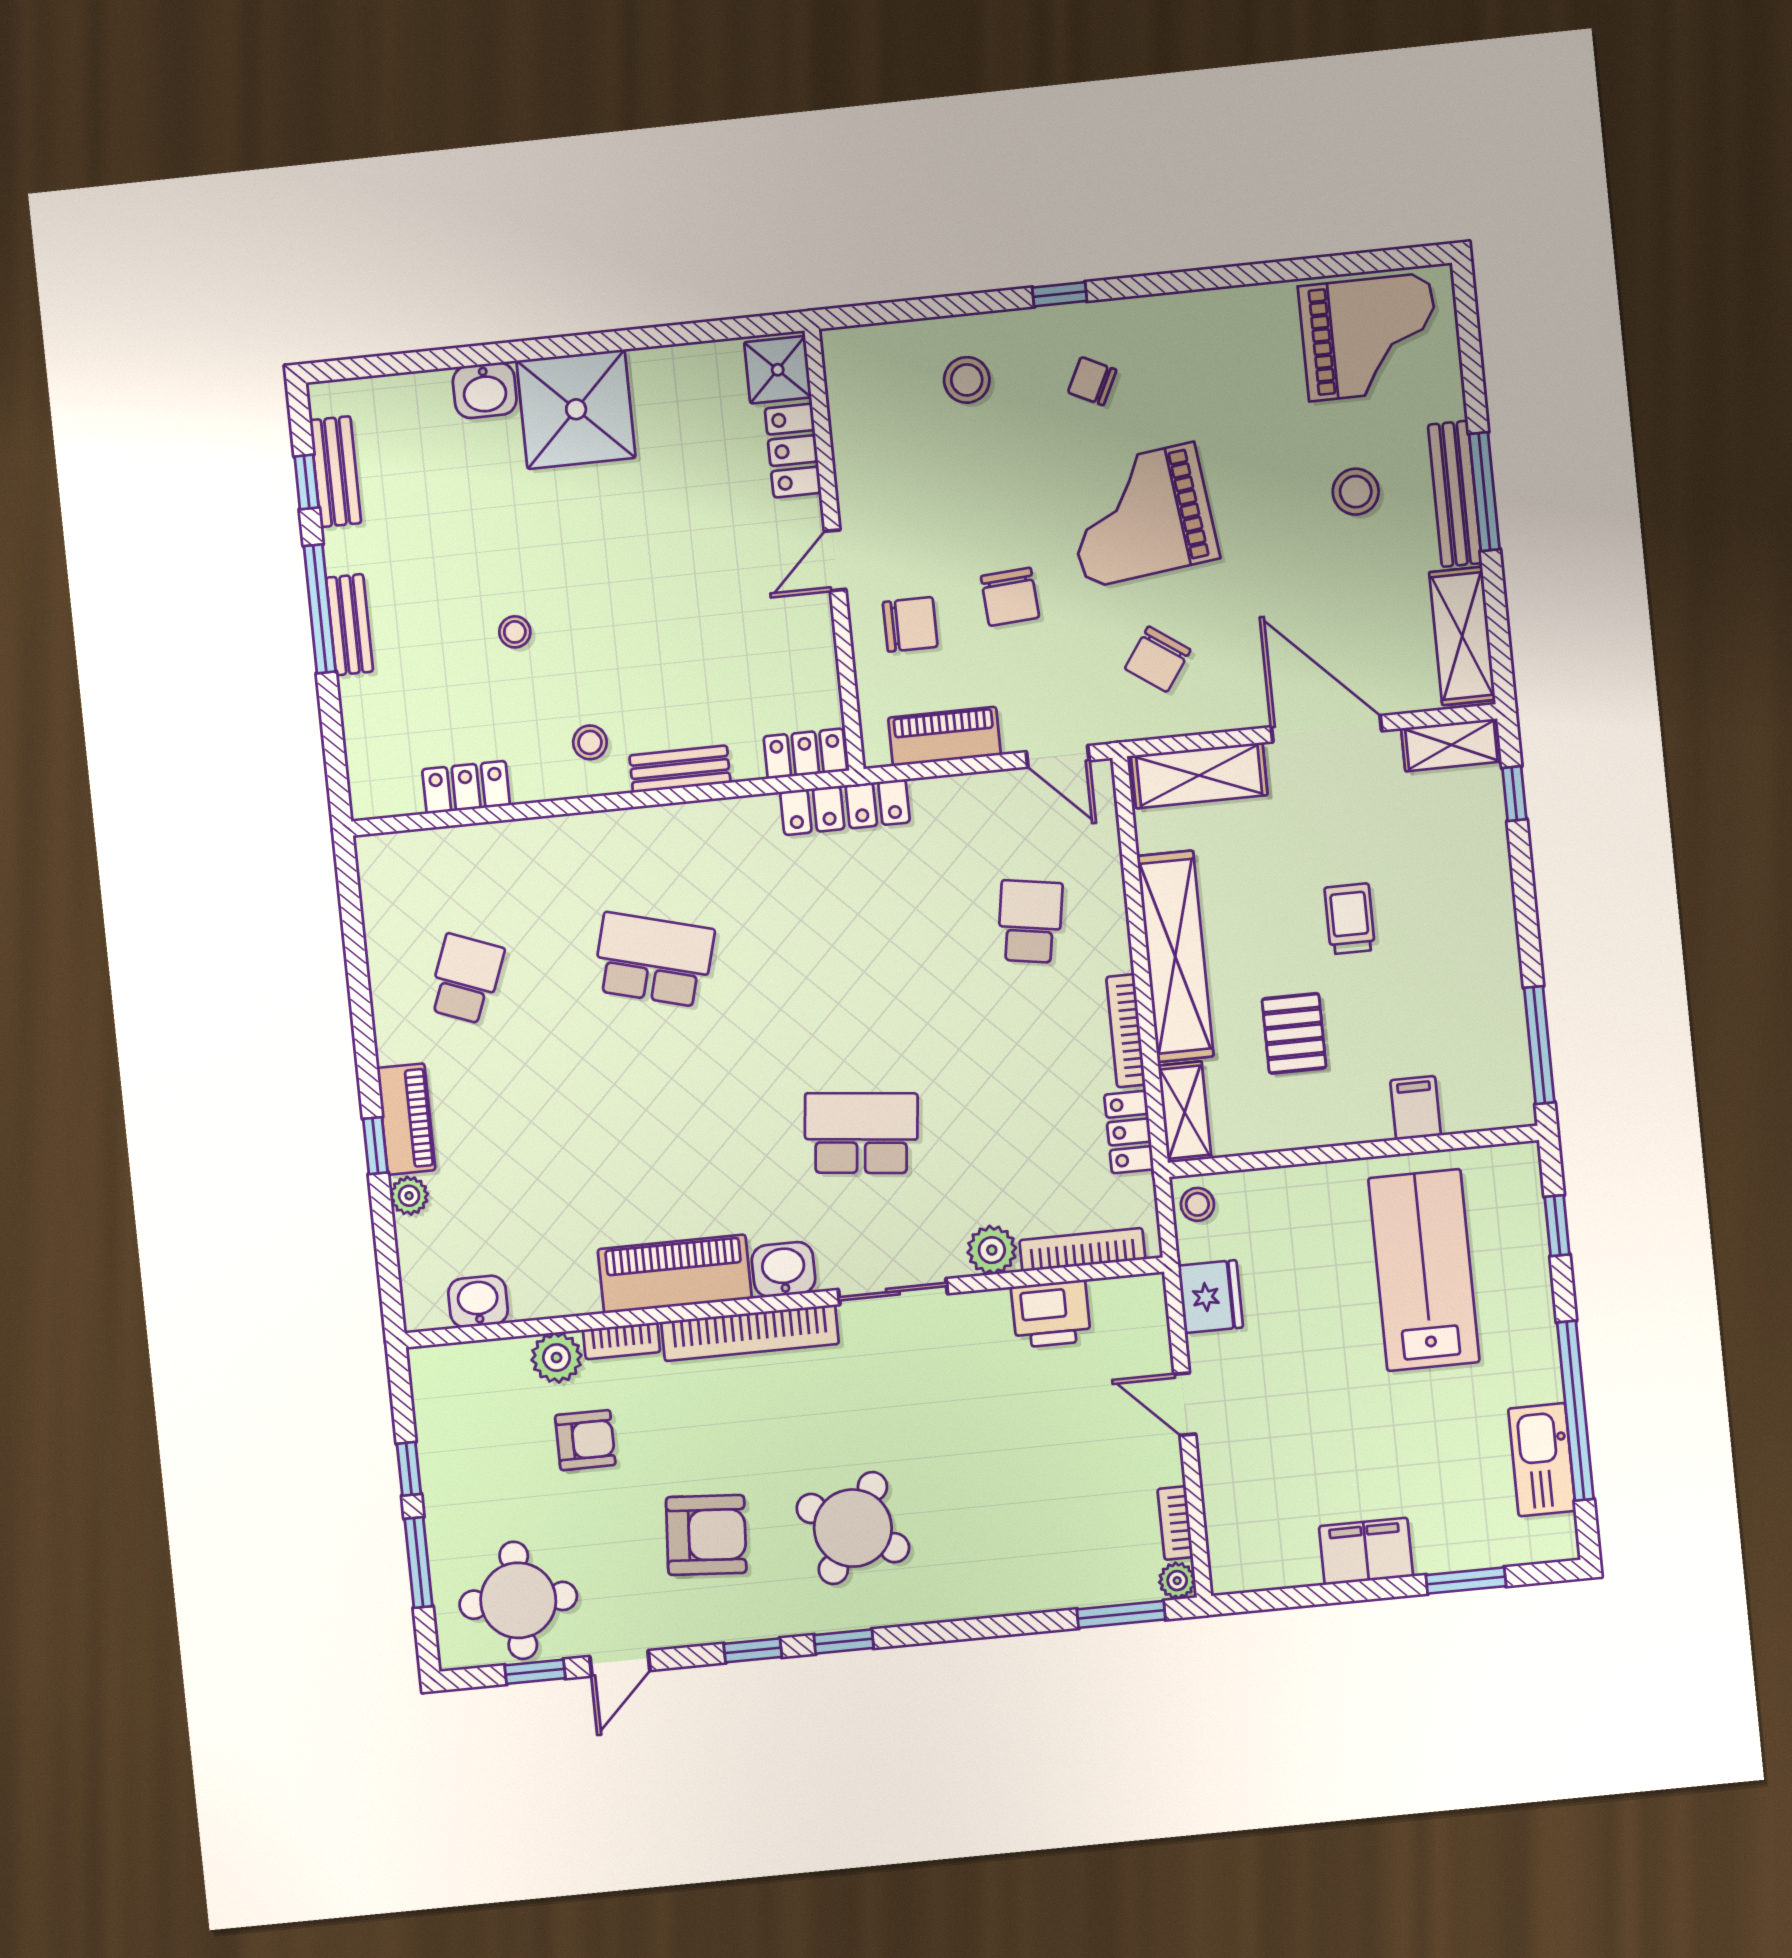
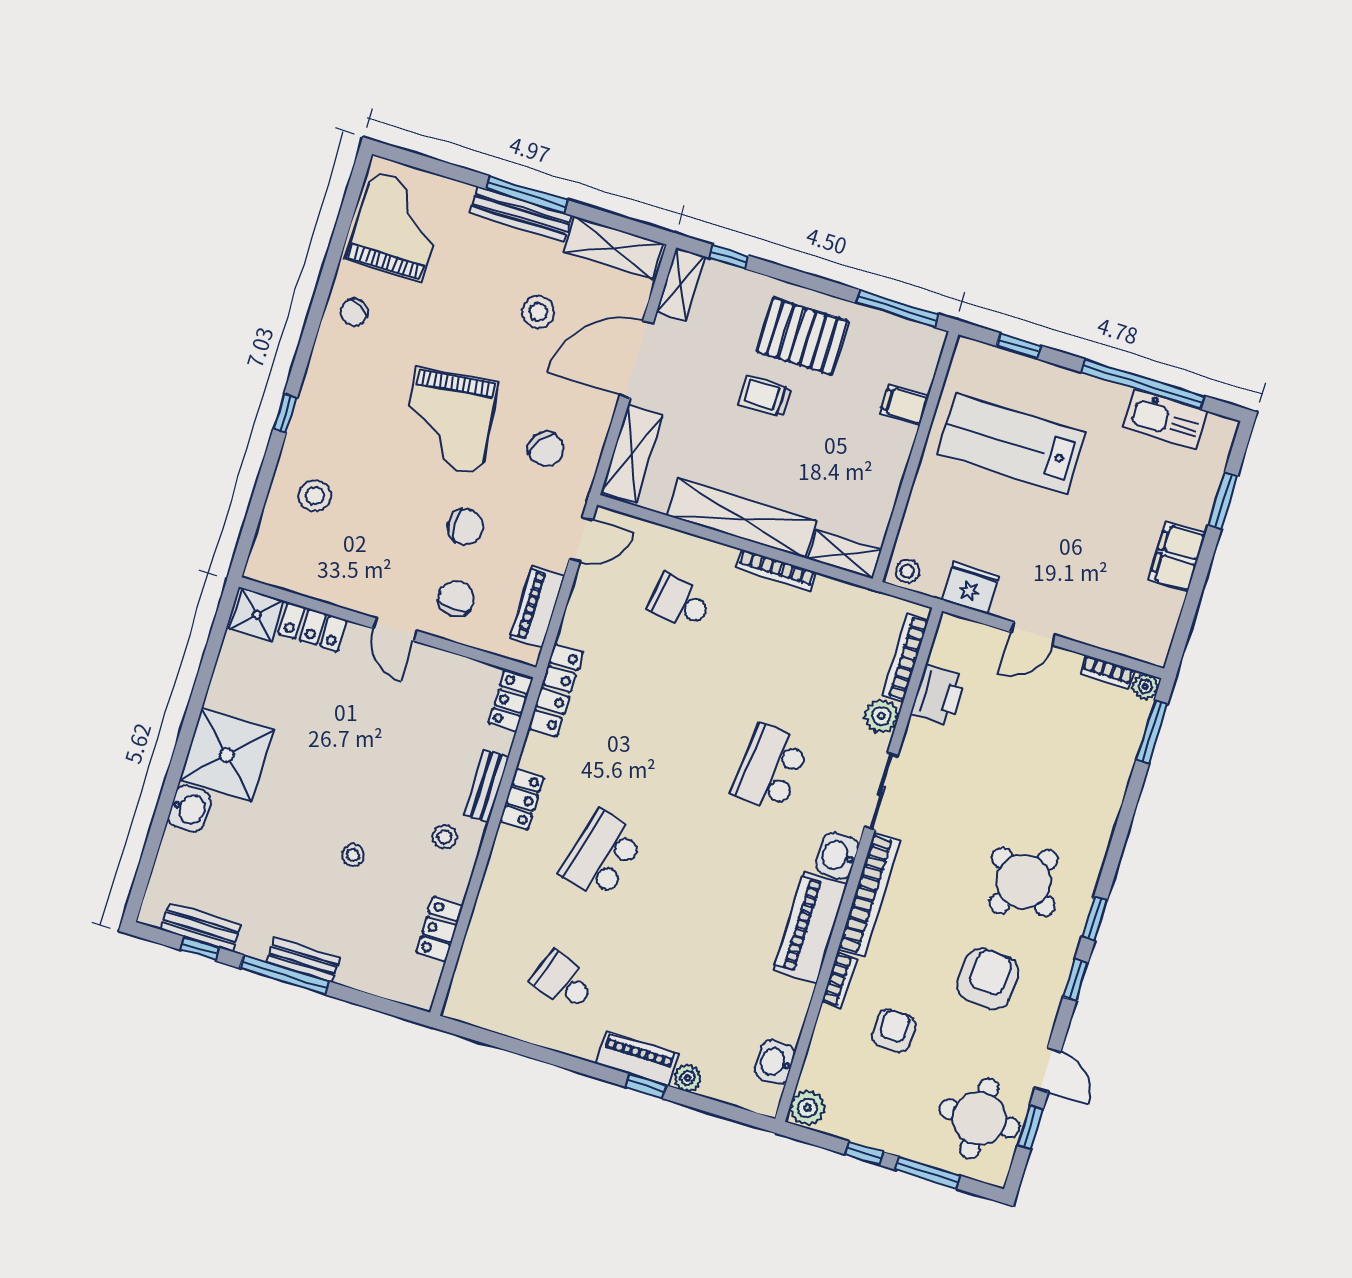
chair: (1092, 381) -> (354, 312), moved
stool: (1356, 492) -> (538, 312), moved
pallet: (1294, 1033) -> (802, 336), moved, width x1.50, depth x1.42
locker: (1129, 1132) -> (522, 799), moved, turned -90
plant: (557, 1358) -> (808, 1108), moved

